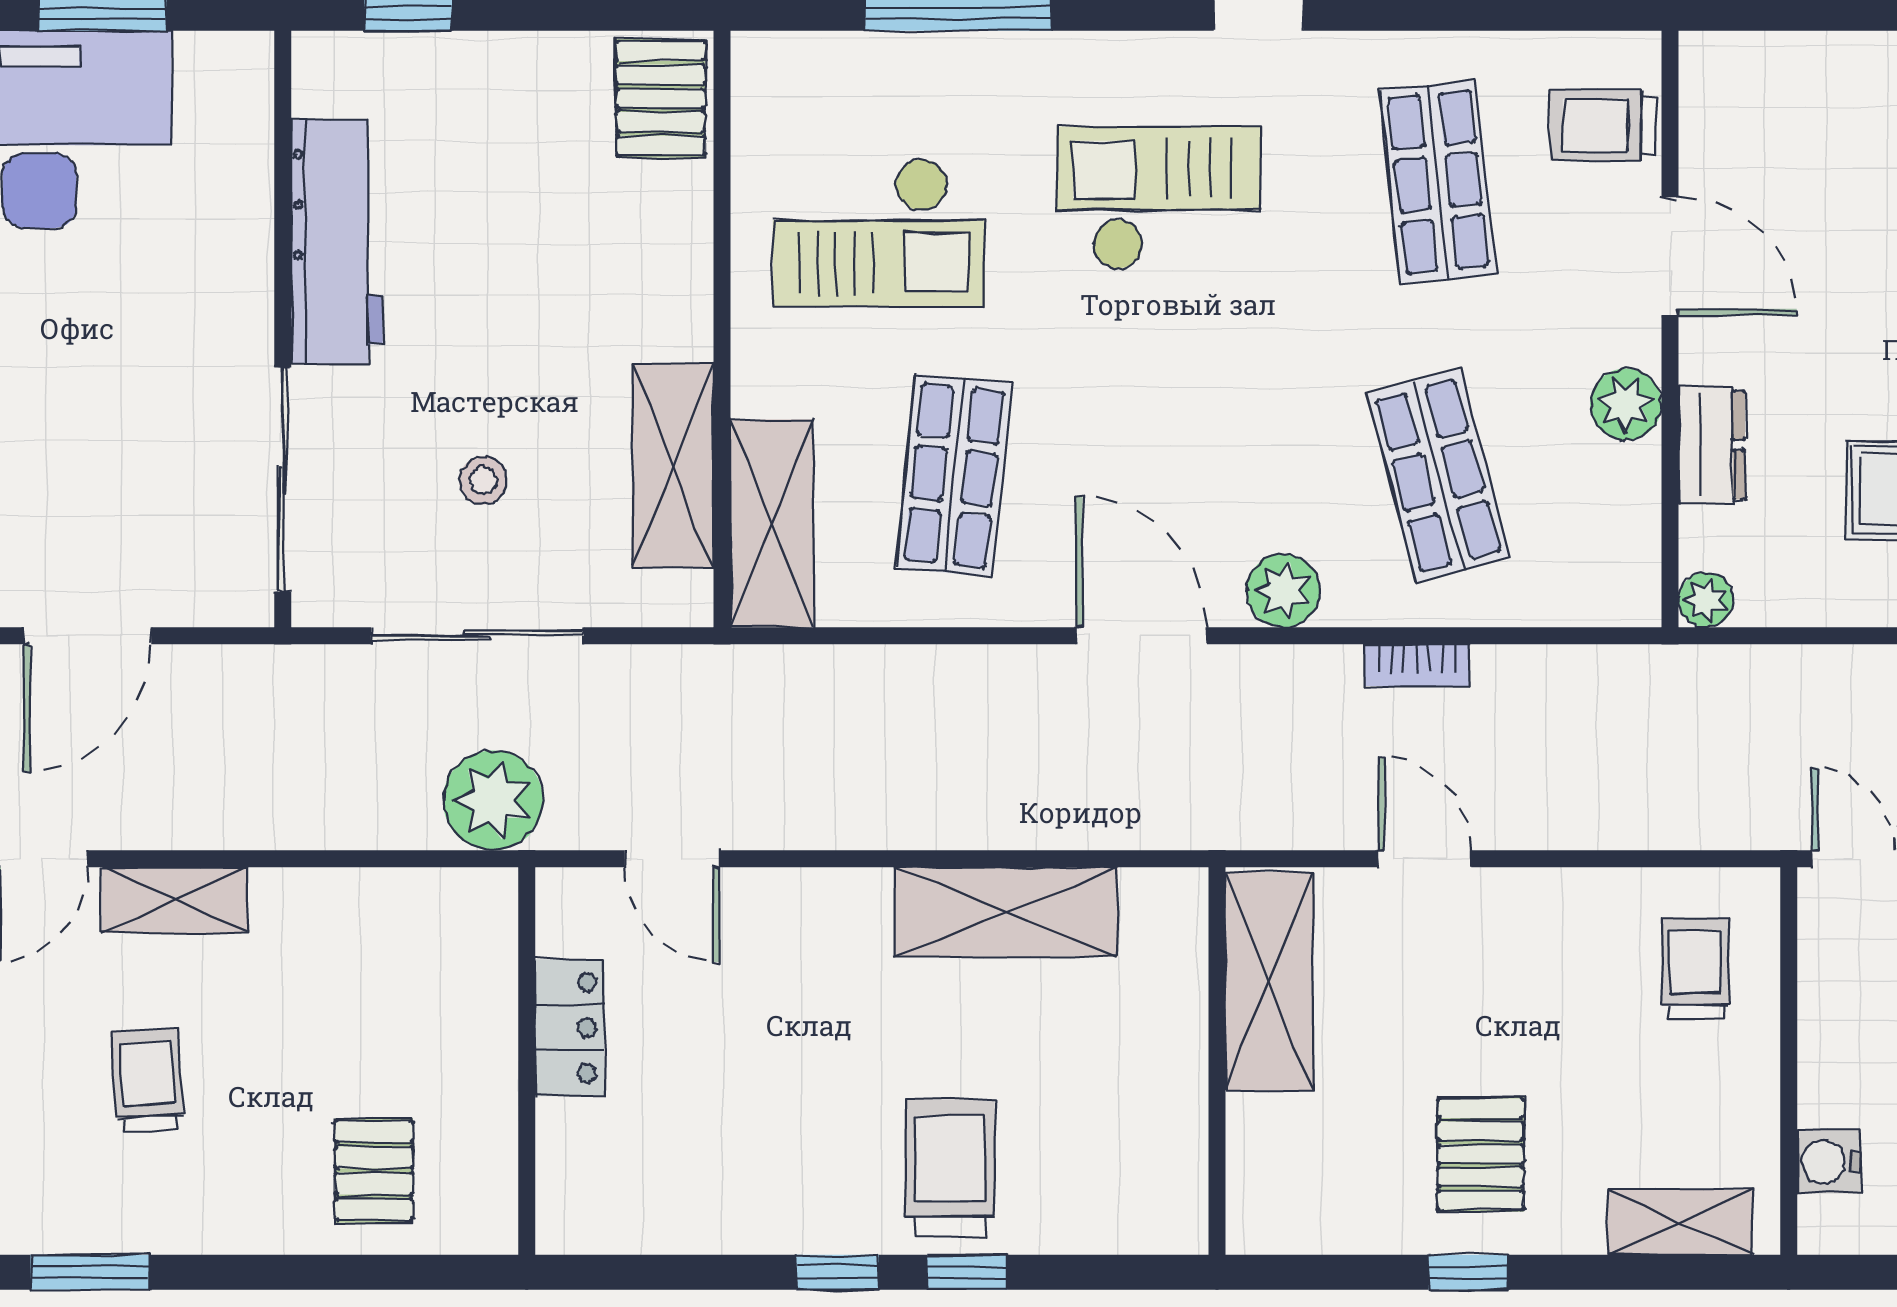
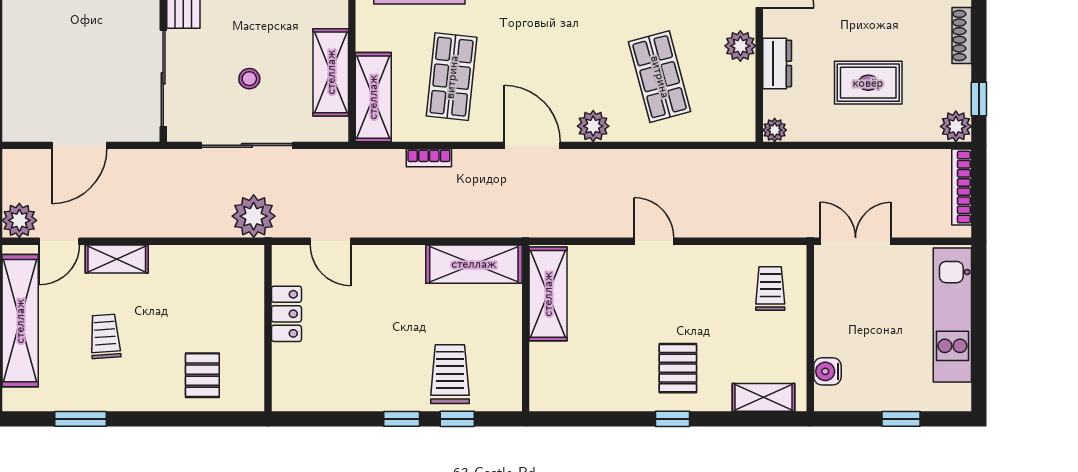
bookcase: (1417, 665) -> (429, 158), moved
shelving: (1269, 981) -> (548, 294), moved
wall: (1217, 1061) -> (526, 328), moved

